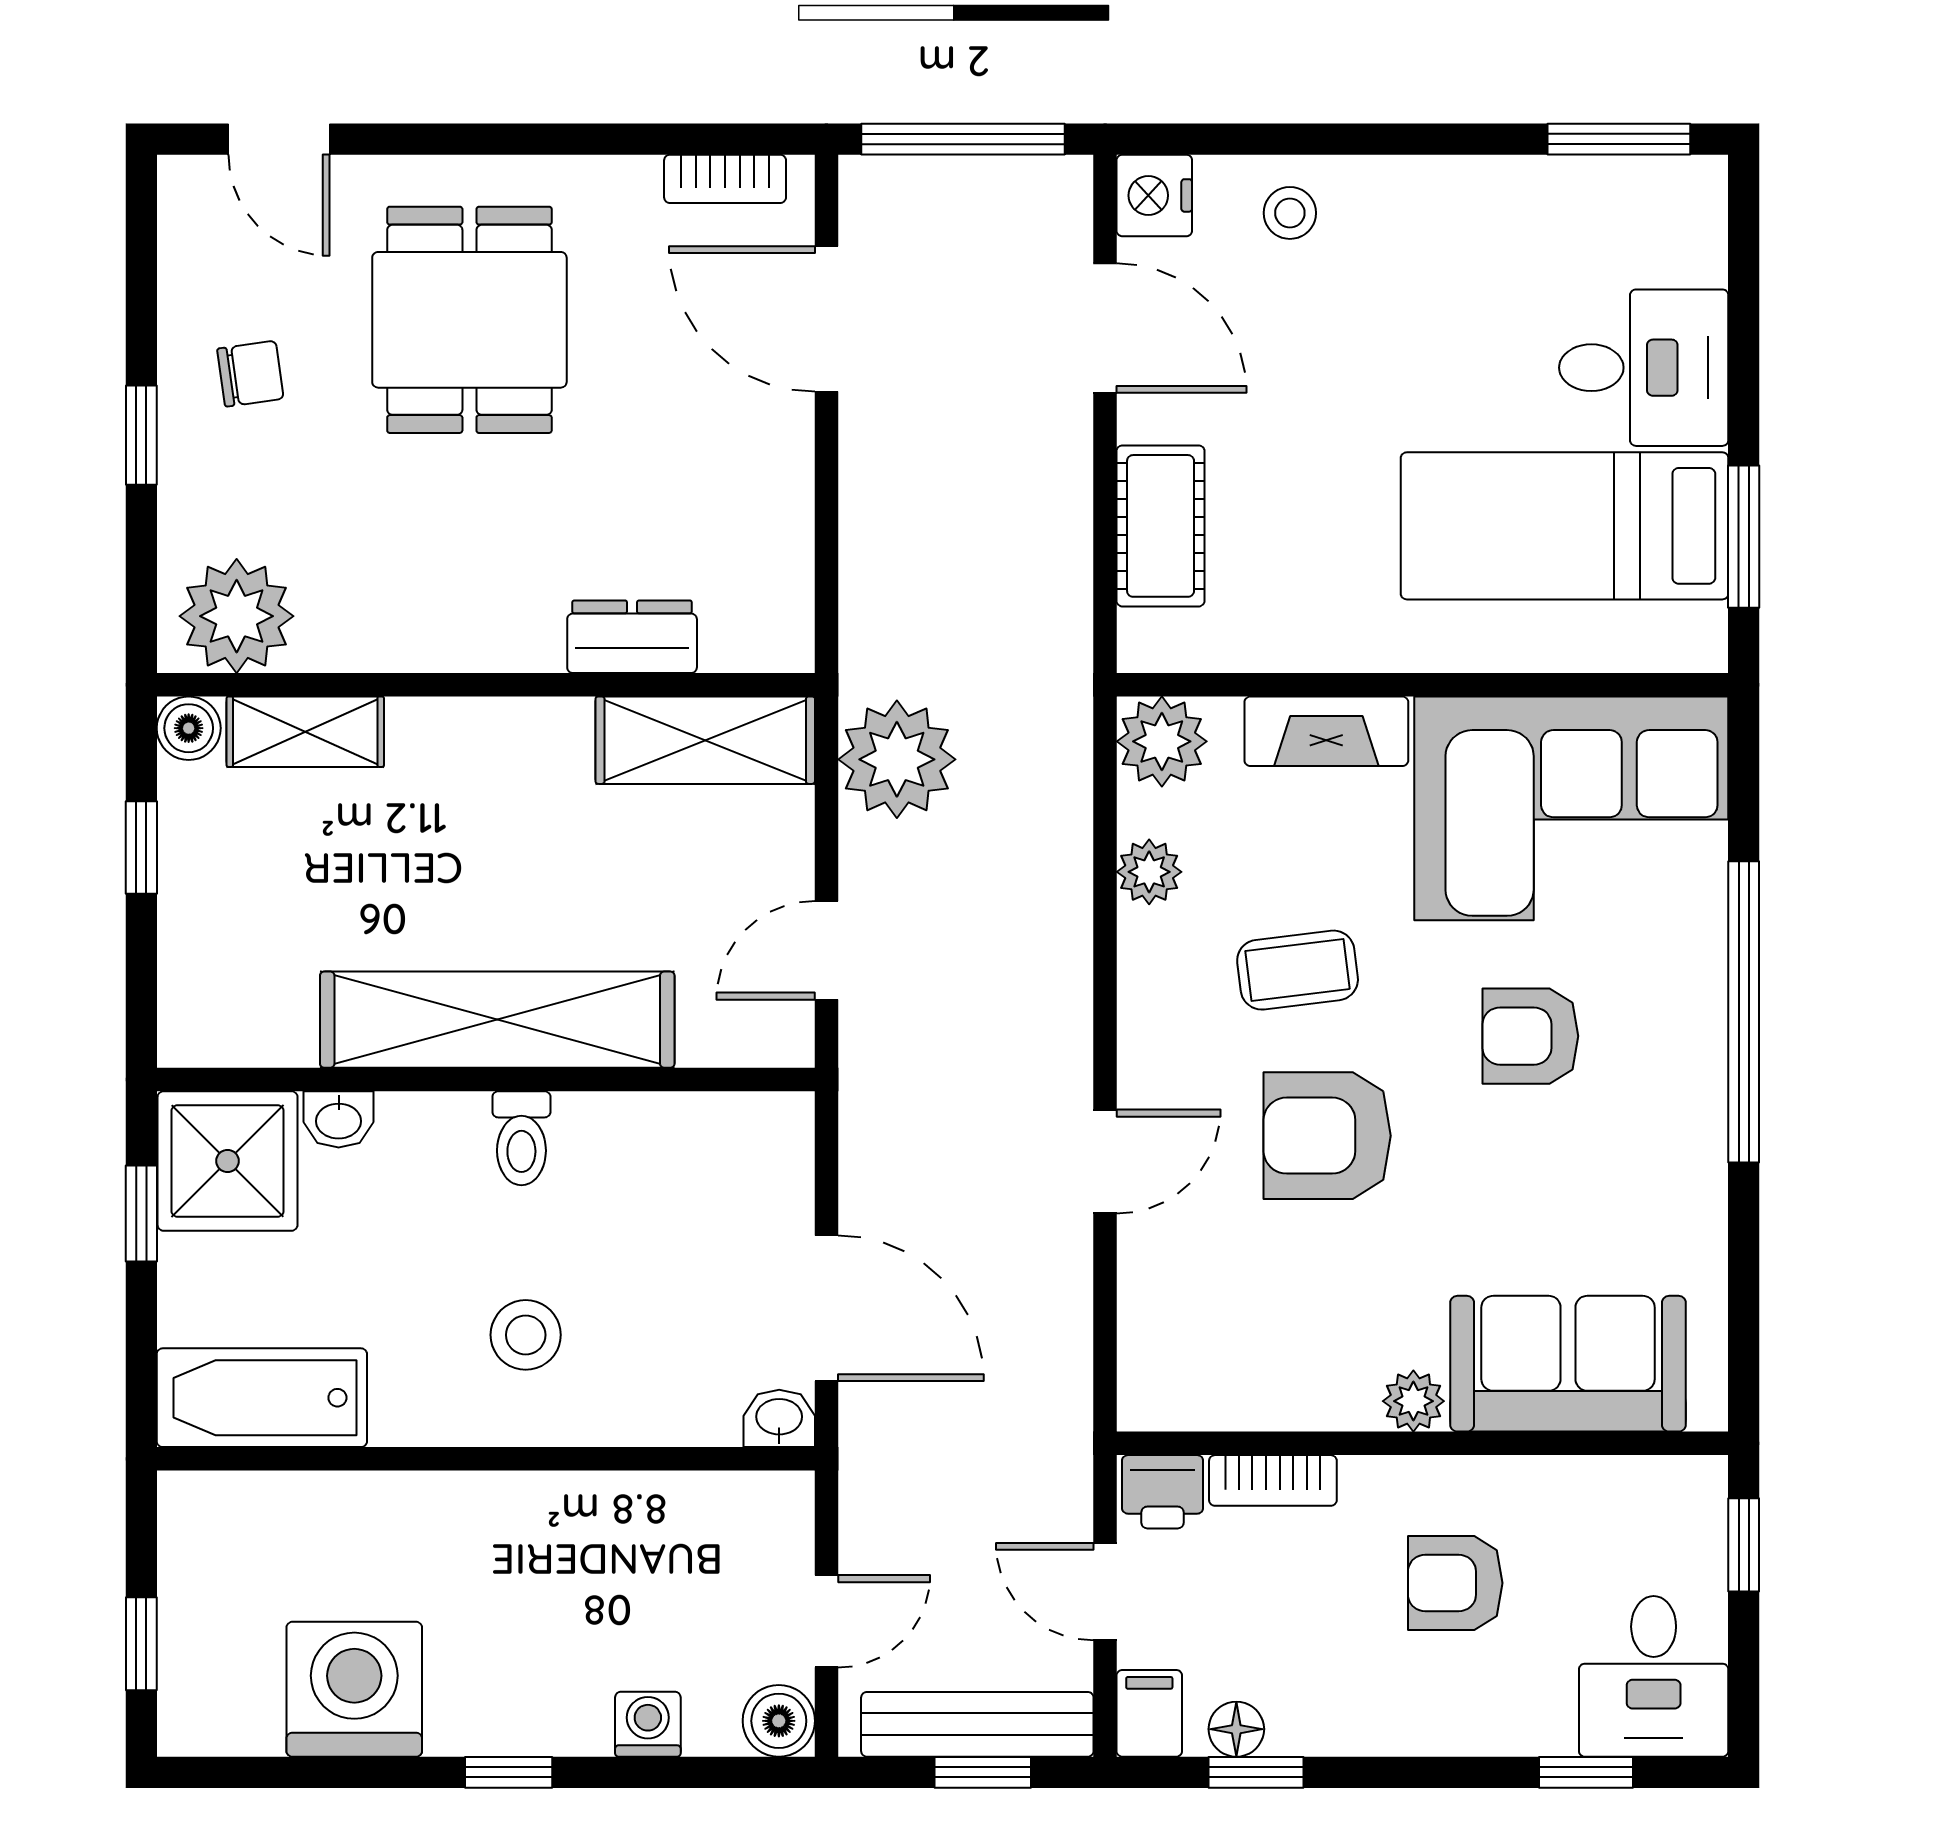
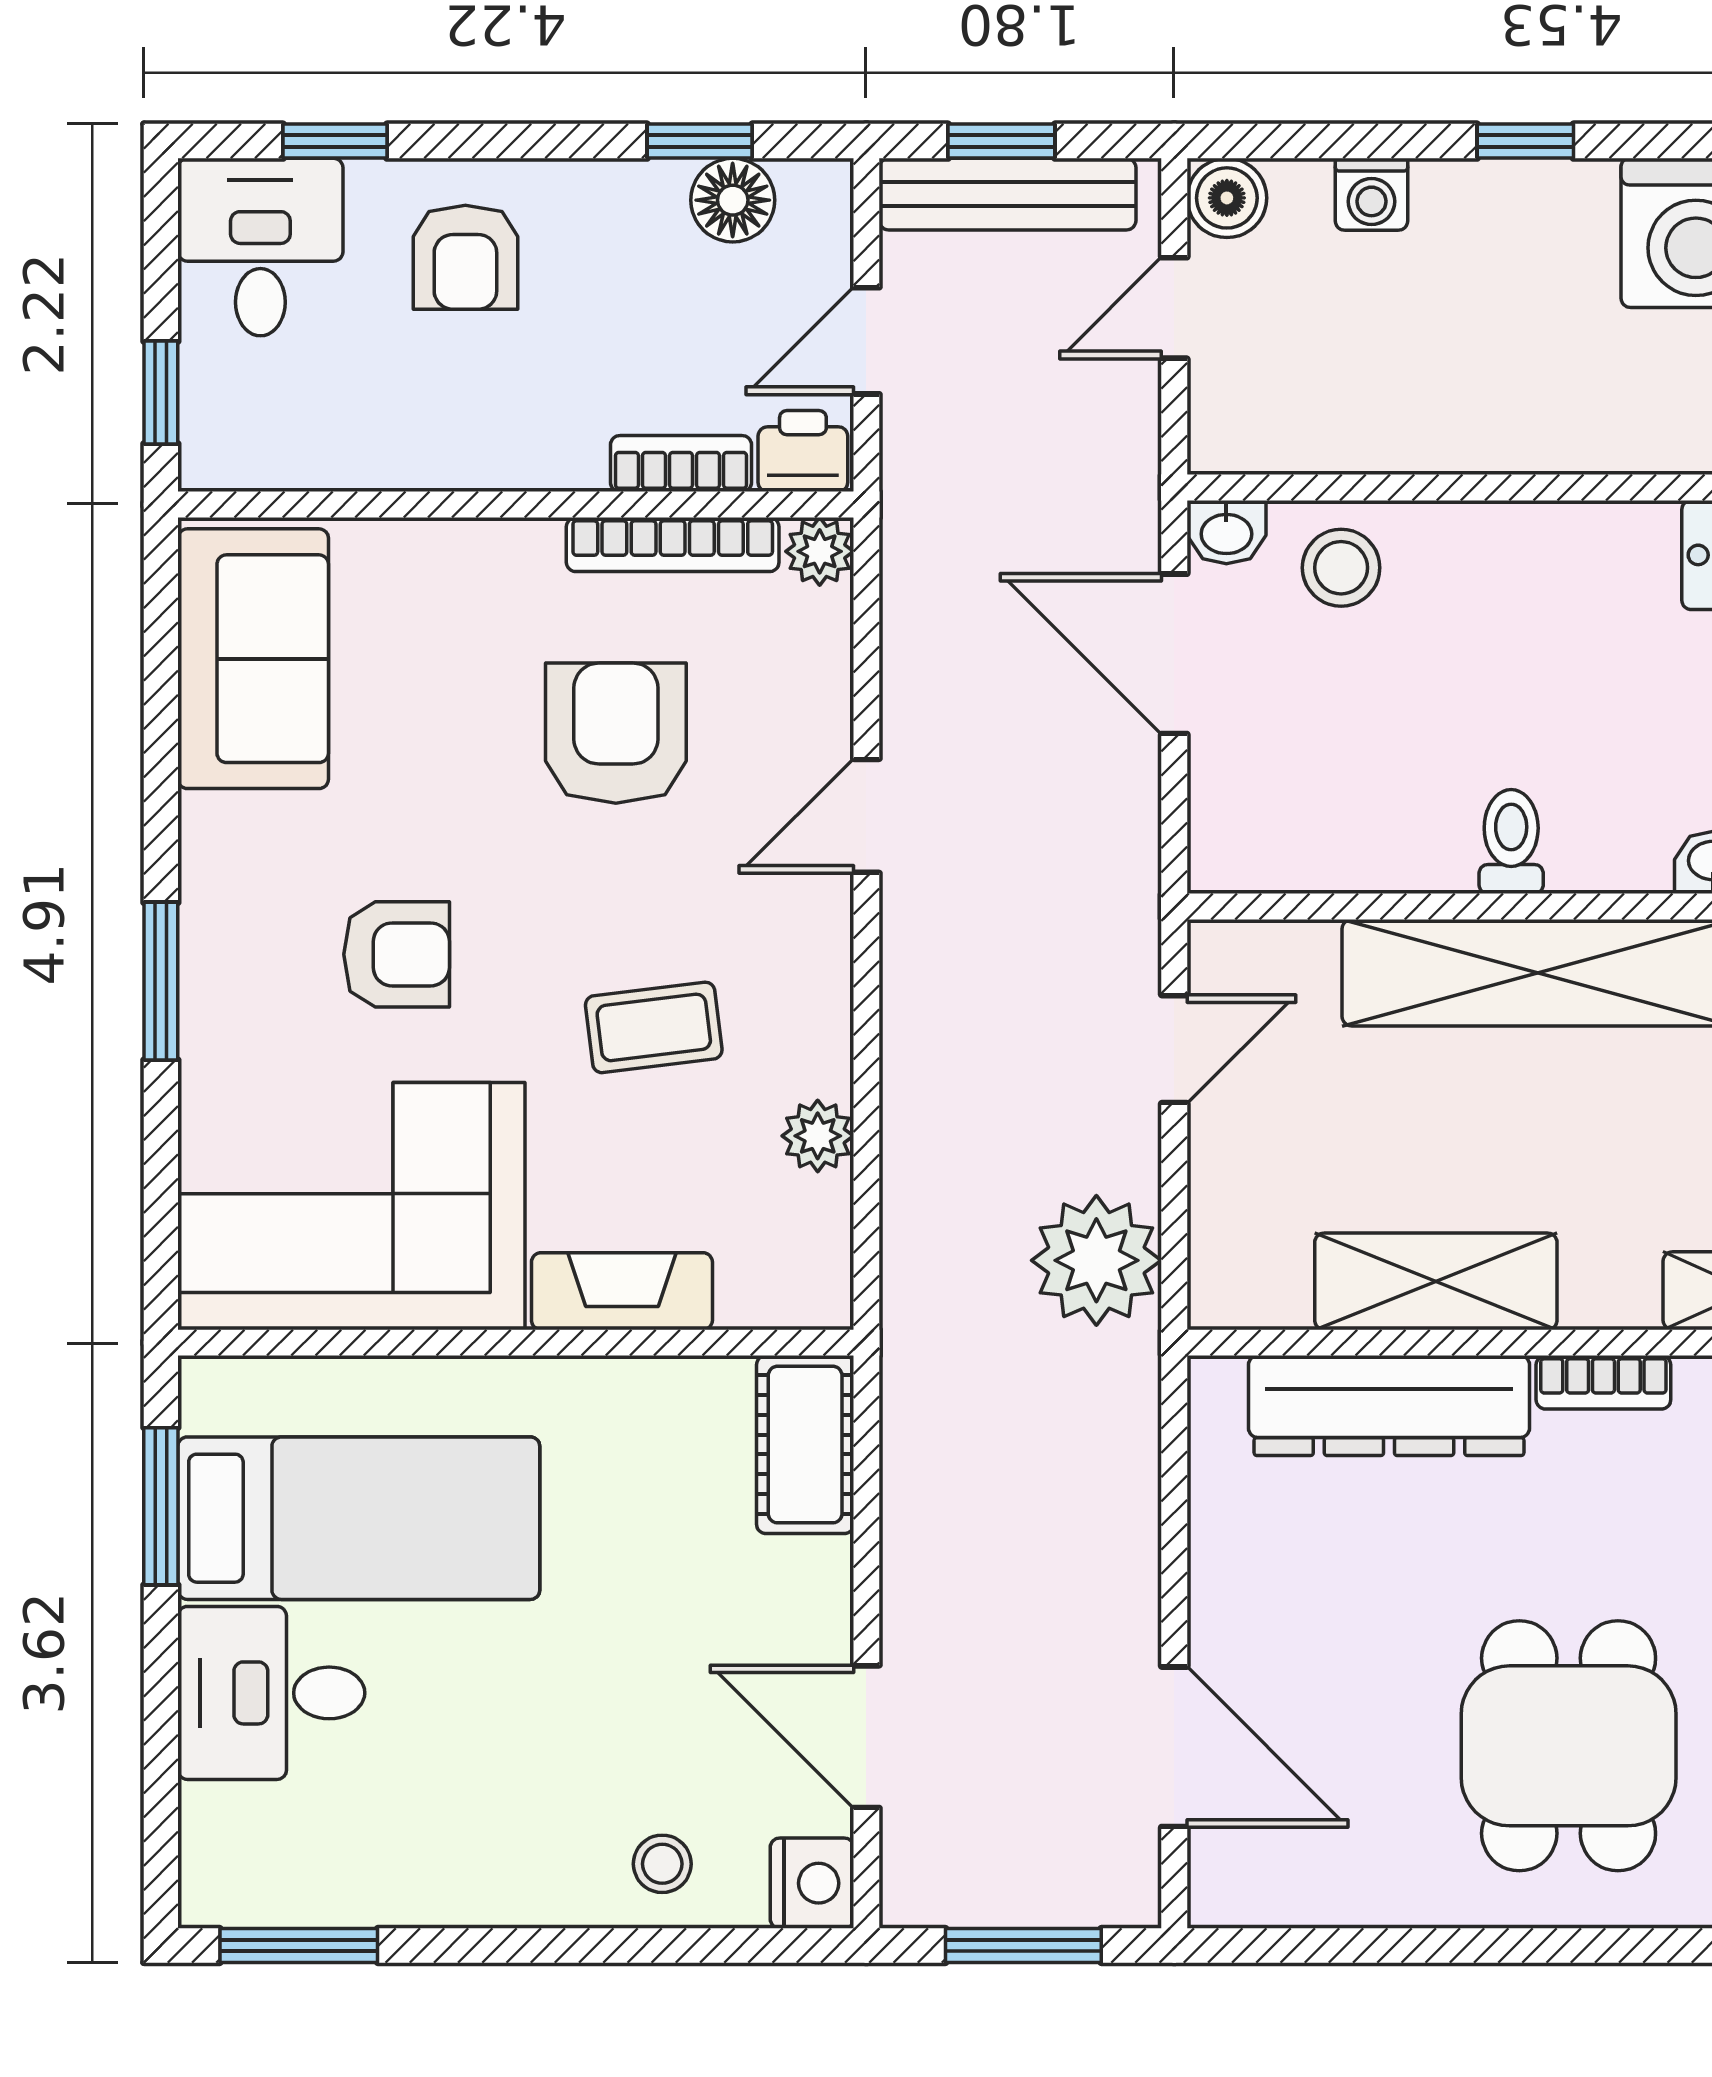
window: (963, 139) -> (1023, 1946), width x0.69
bookcase: (725, 179) -> (1603, 1382), moved, turned 180
cot: (1161, 526) -> (805, 1445), moved
dresser: (632, 637) -> (1389, 1406), width x1.96, depth x1.24
shelving: (705, 740) -> (1436, 1281), moved
plant: (1162, 741) -> (804, 1280), removed
window: (1744, 1012) -> (161, 981), width x0.47
armchair: (1327, 1136) -> (616, 733), moved, turned -90
stool: (526, 1335) -> (1341, 568), moved
sofa: (1568, 1364) -> (253, 659), moved, turned -90
plant: (1413, 1401) -> (820, 551), moved
bookcase: (1280, 1407) -> (673, 545), added
armchair: (1455, 1583) -> (465, 257), moved, turned 90
door: (1105, 1592) -> (866, 341), swing flipped
filing cabinet: (1149, 1713) -> (818, 206), removed
floor lamp: (1236, 1729) -> (733, 200), width x1.37, depth x1.37

